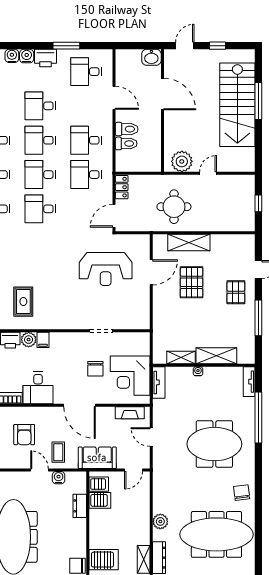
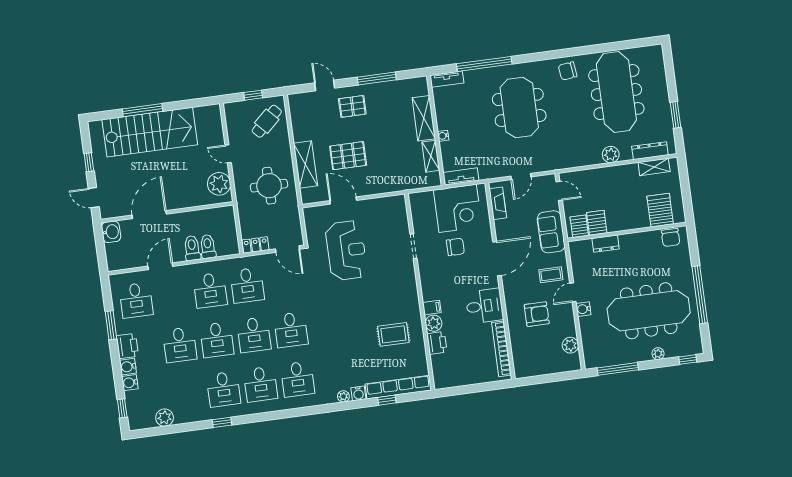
cafe table: (233, 213) -> (267, 121), added
water cooler: (59, 478) -> (583, 309), moved

